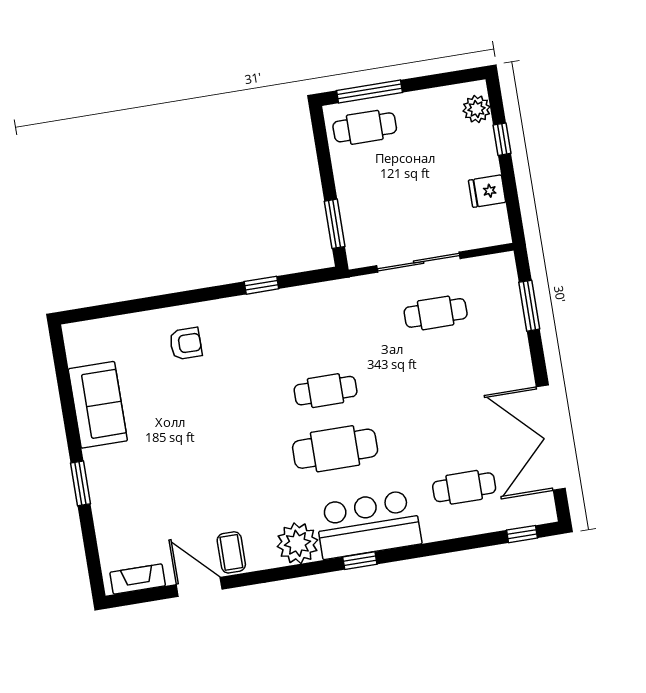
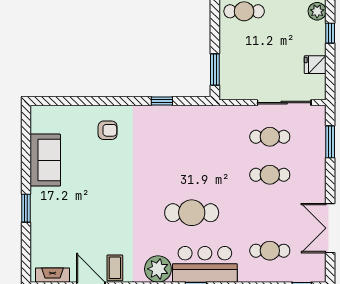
sliding door: (419, 262) -> (284, 103), moved
cafe table: (326, 391) -> (270, 175), moved
double door: (551, 438) -> (330, 228), width x0.73

